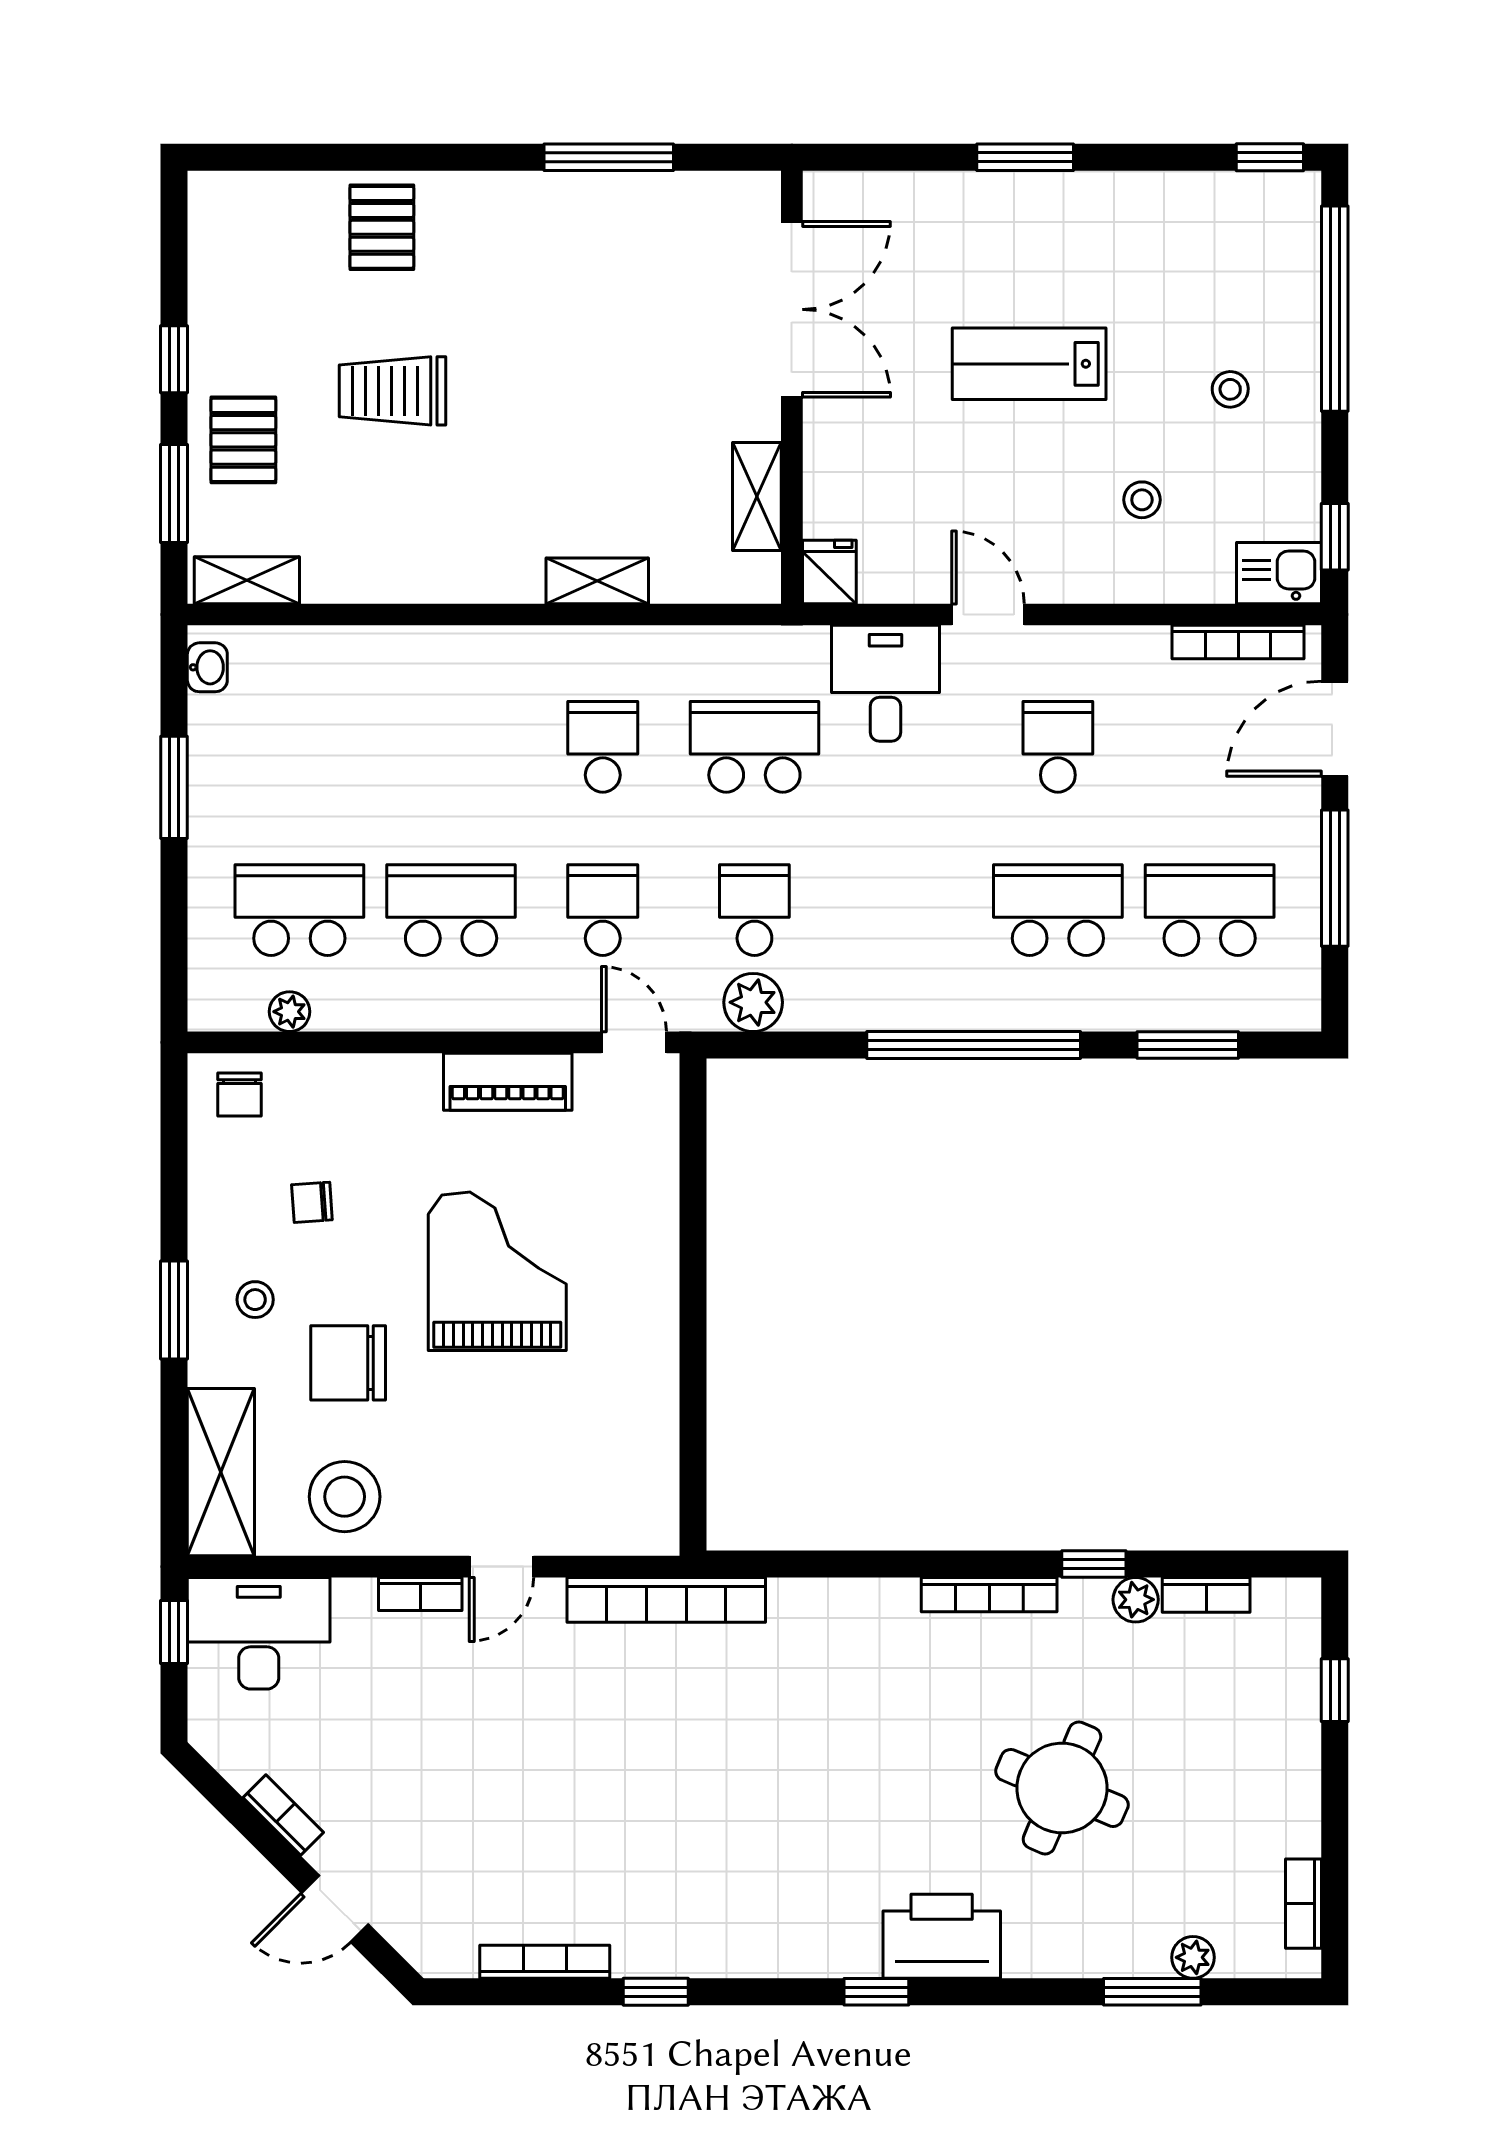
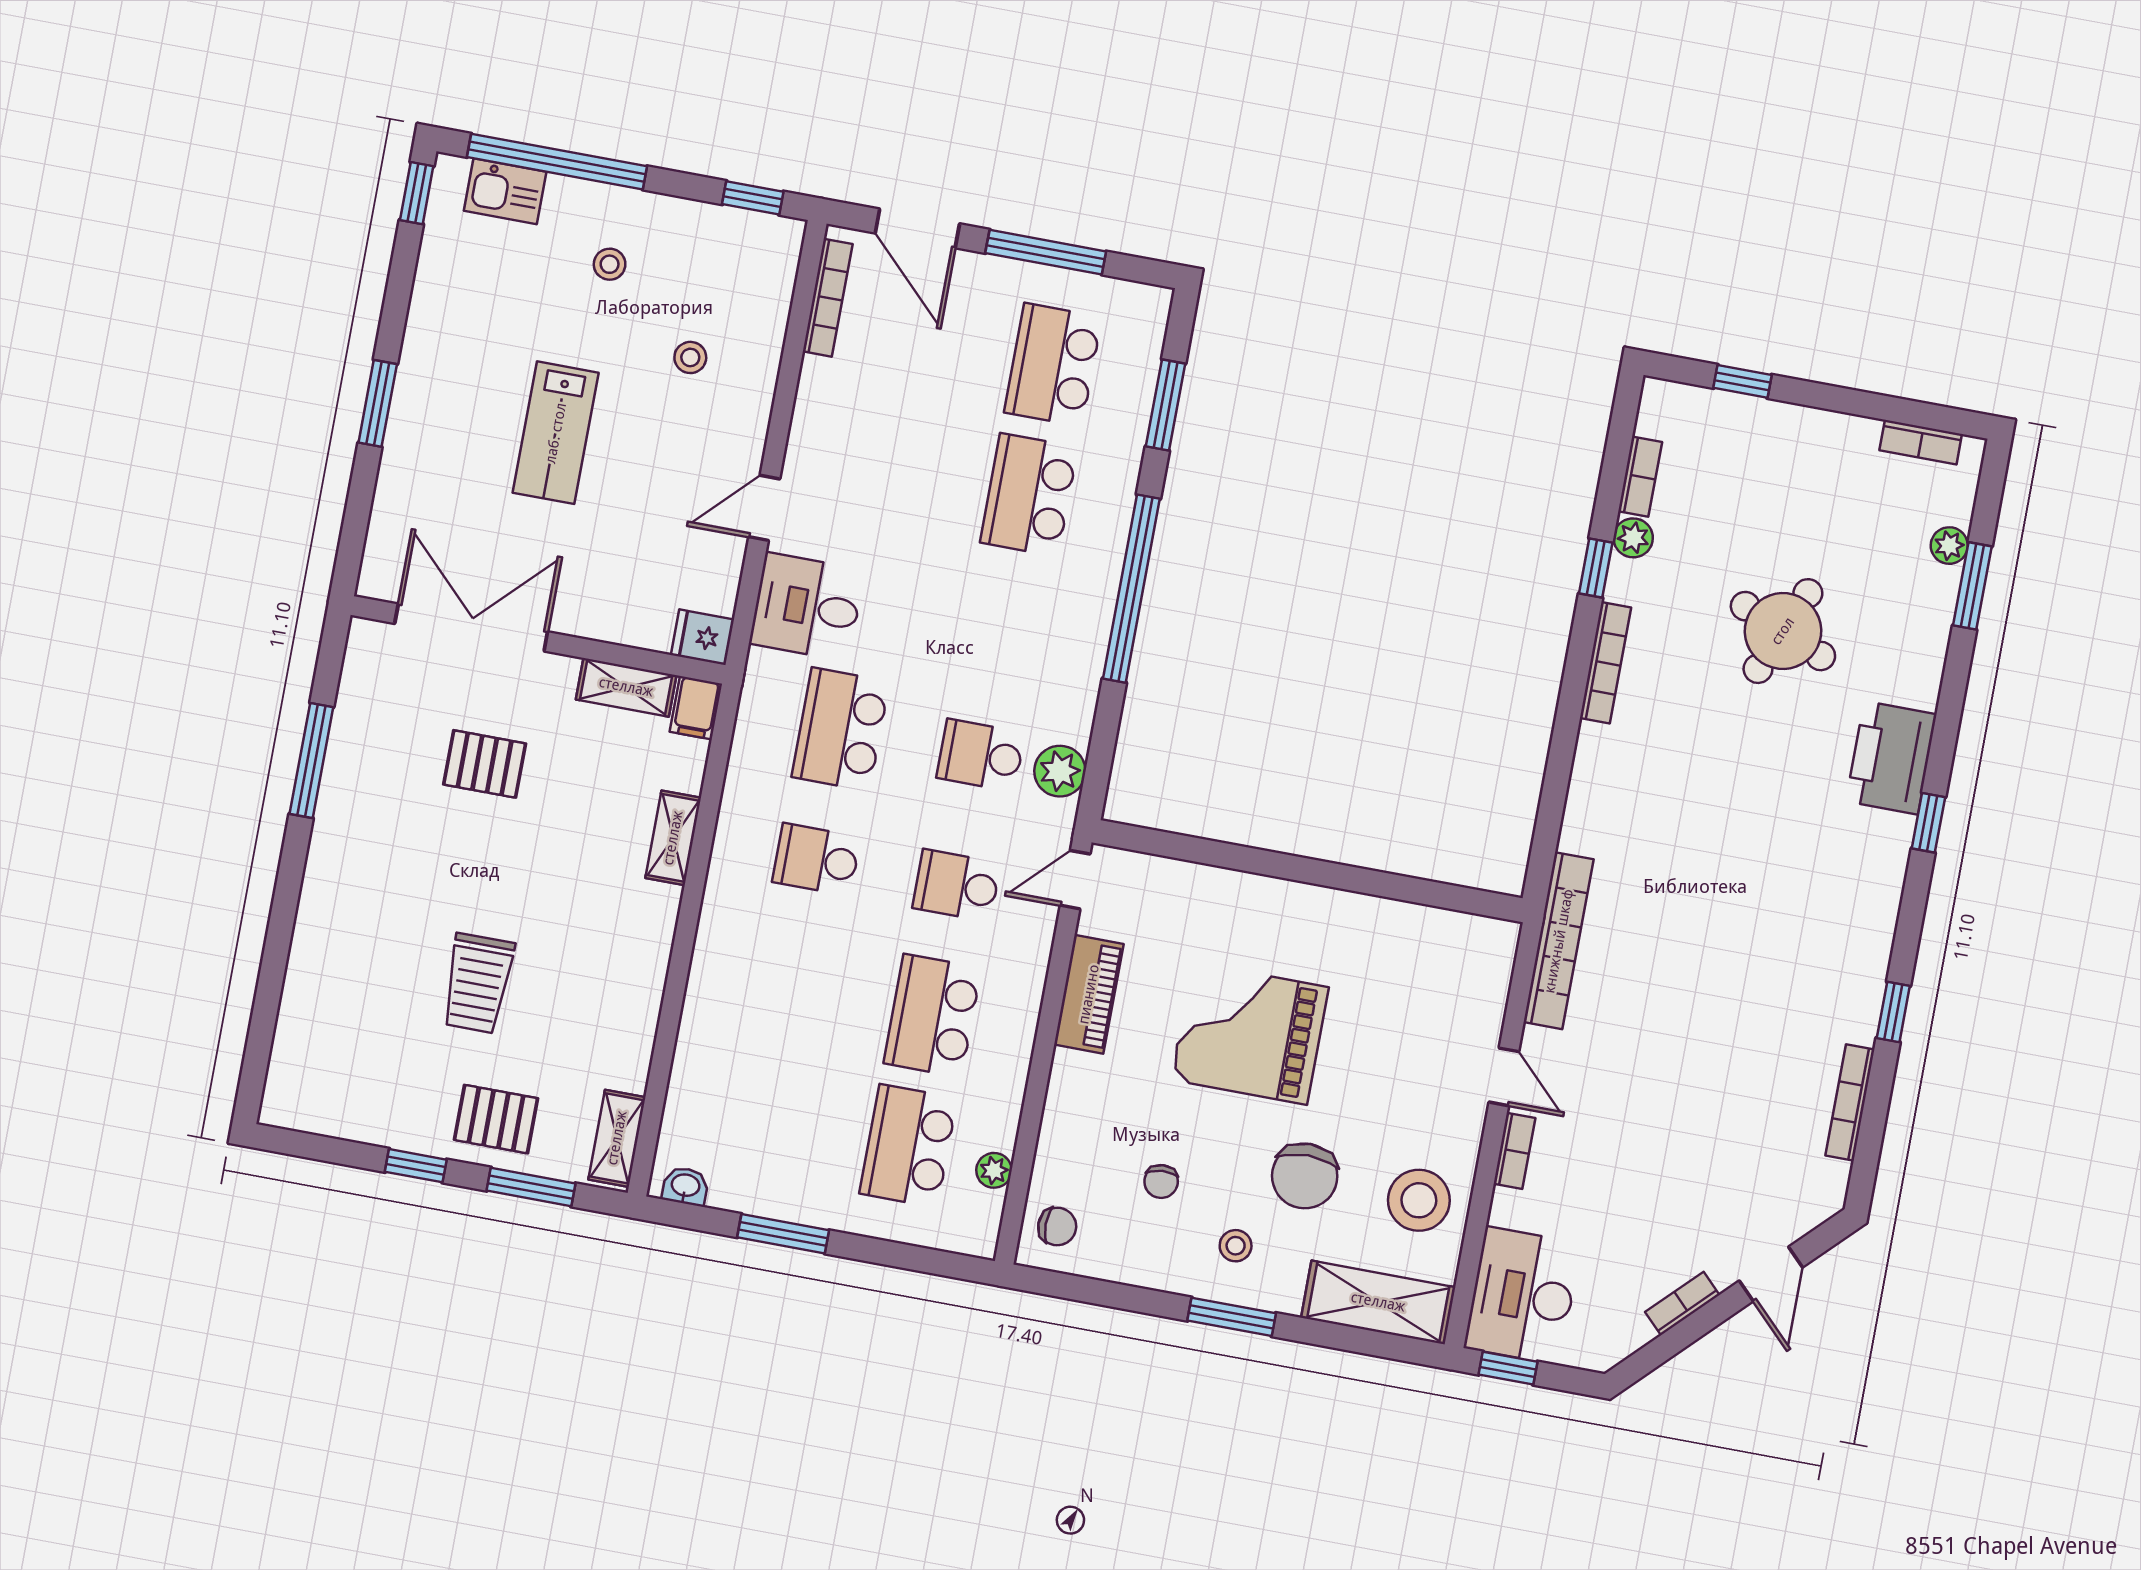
pallet: (382, 227) -> (485, 764), moved
kitchen sink: (1279, 573) -> (505, 191), moved, turned -90
filing cabinet: (749, 579) -> (696, 708), added
school desk: (1058, 747) -> (889, 469), removed

